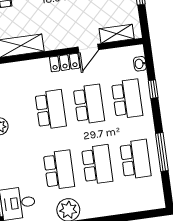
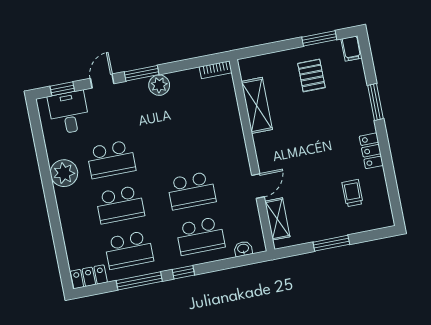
door: (88, 48) -> (258, 186), swing flipped
locker: (65, 63) -> (89, 277), moved, turned 90
window: (153, 89) -> (183, 272), moved
school desk: (51, 110) -> (183, 145), removed

